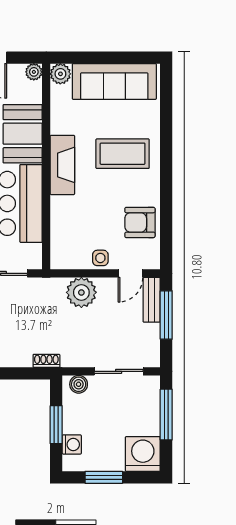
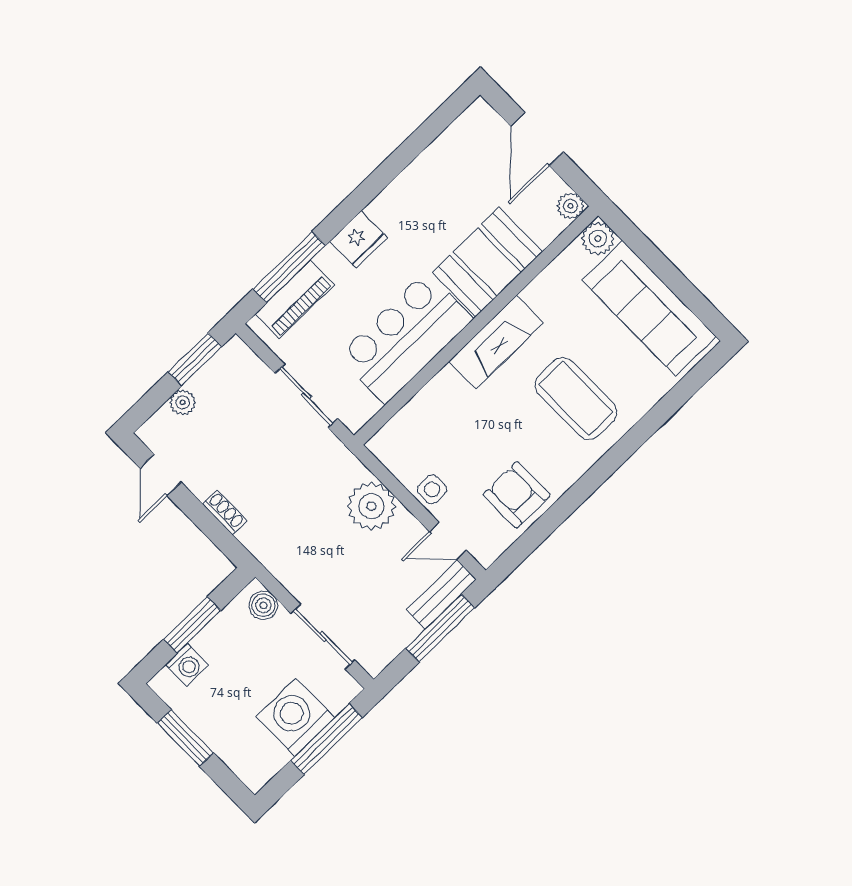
shoe rack: (46, 361) -> (225, 512), moved
washing machine: (143, 454) -> (295, 717), moved, turned -90

